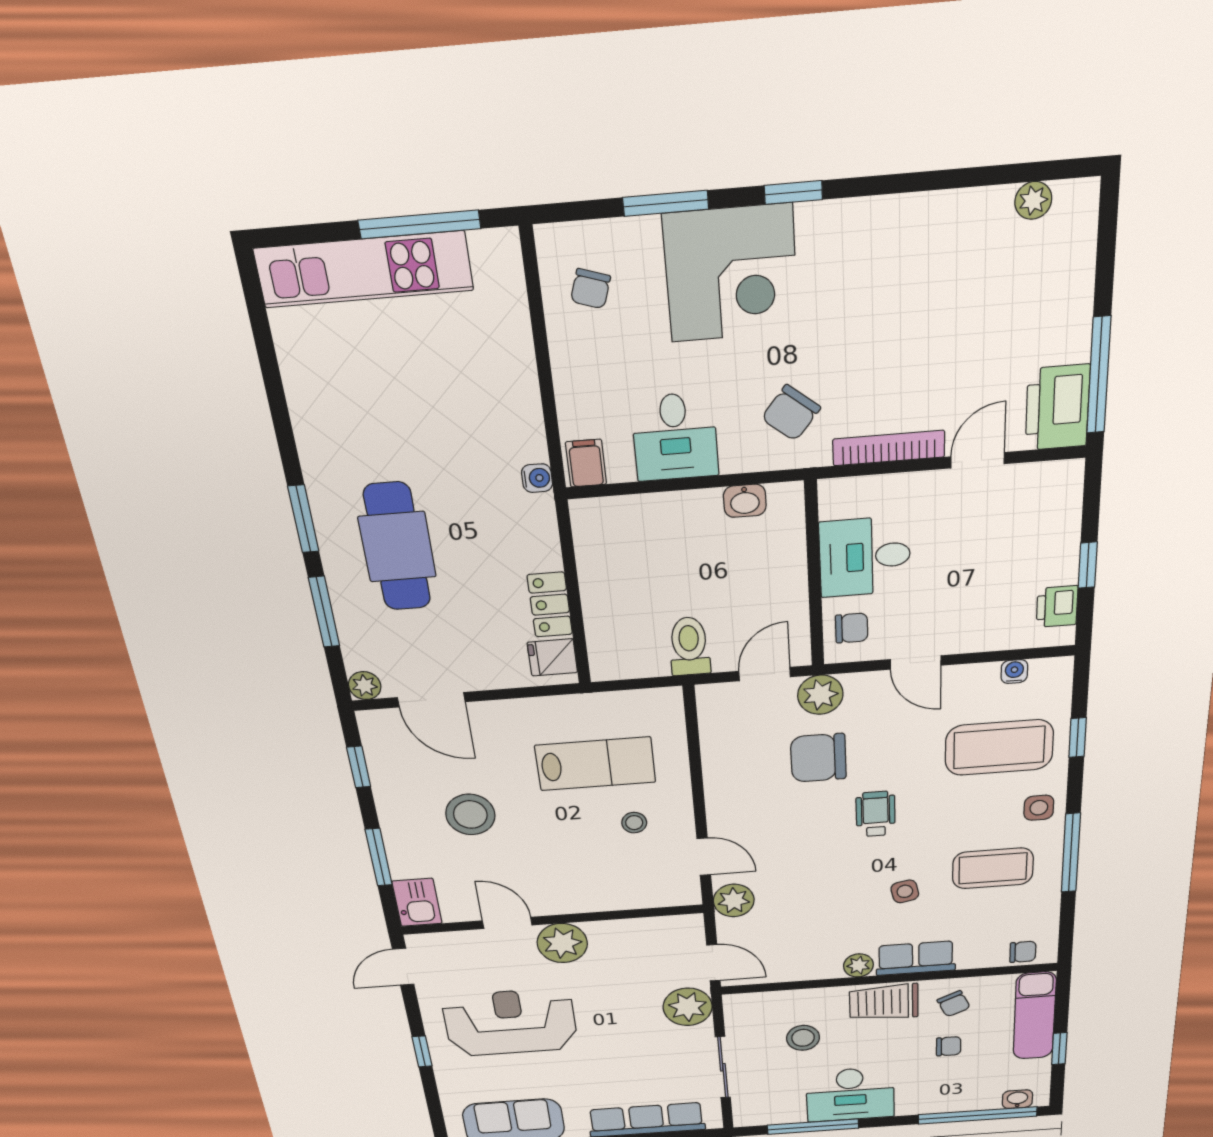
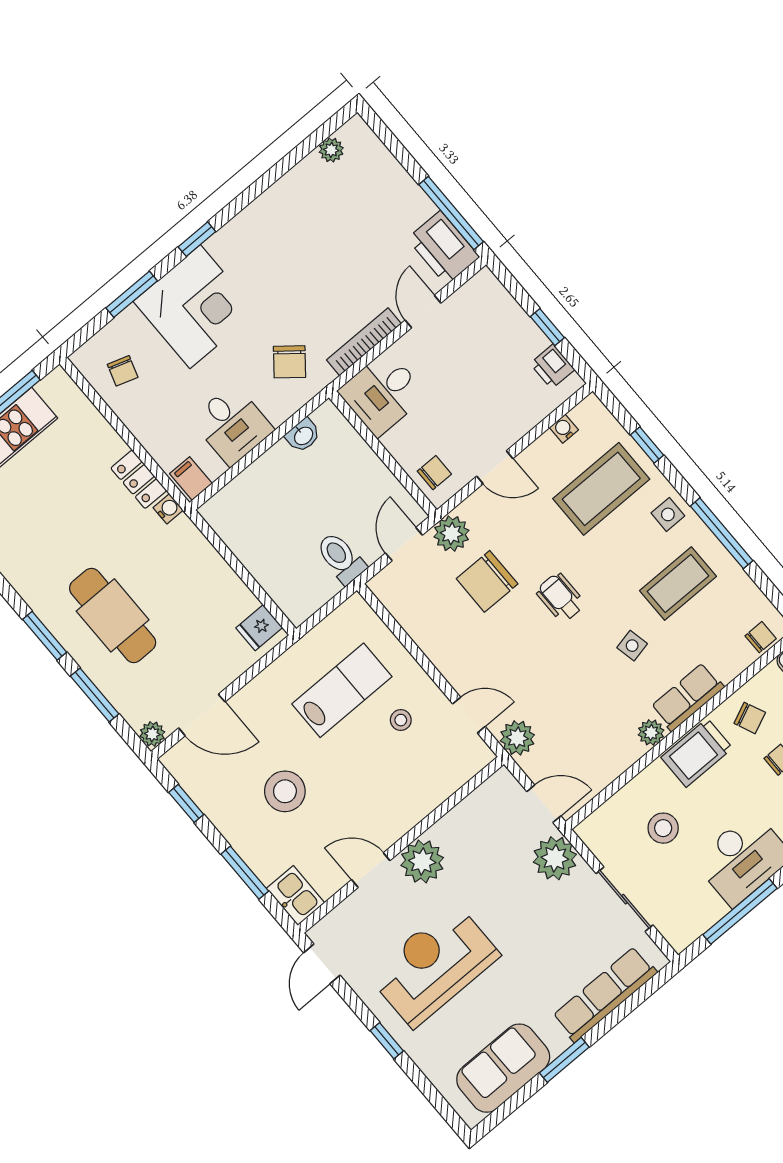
desk: (865, 557) -> (382, 393), moved
locker: (550, 605) -> (139, 479), moved

